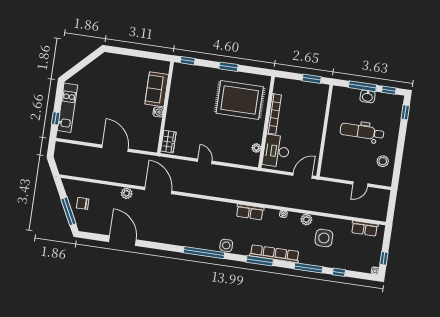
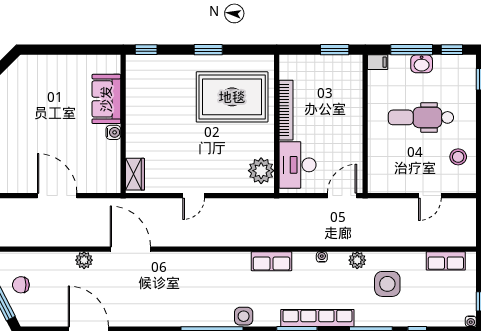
filing cabinet: (339, 91) -> (378, 62), added
plant: (256, 148) -> (261, 171), width x1.87, depth x1.87
door: (205, 161) -> (194, 196), swing flipped

